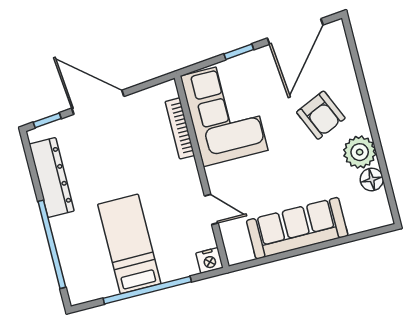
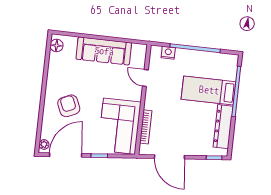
door: (98, 102) -> (169, 157), moved
plant: (360, 152) -> (44, 144), moved, width x0.53, depth x0.53
floor lamp: (372, 179) -> (57, 45), moved
bed: (129, 244) -> (209, 90), moved, turned 90
nightstand: (209, 260) -> (168, 53), moved

